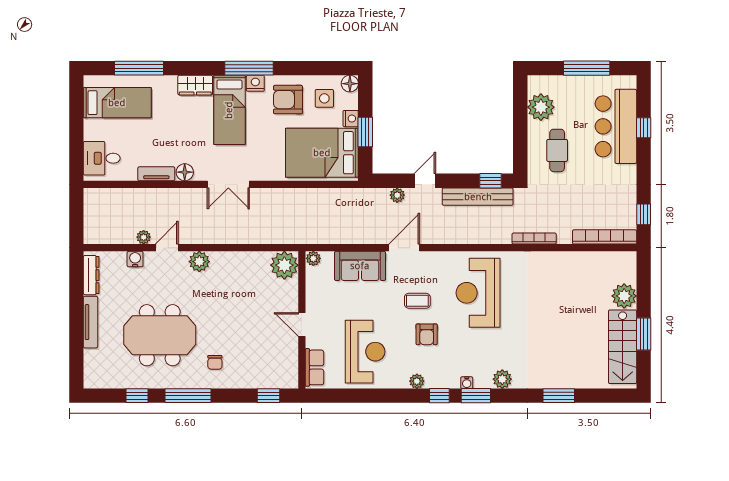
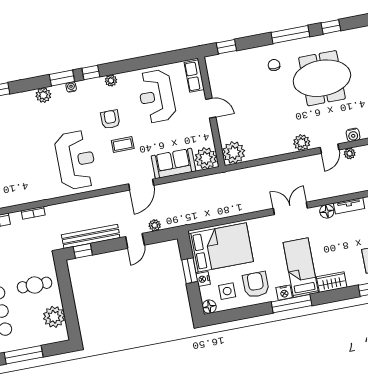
armchair: (288, 100) -> (256, 285), turned -90
cafe table: (557, 150) -> (35, 285), turned 90
bookcase: (534, 239) -> (33, 213), width x0.64
plant: (313, 258) -> (206, 158), width x1.88, depth x1.88

